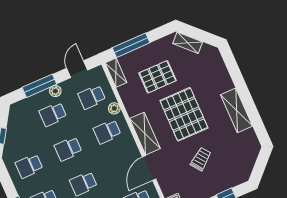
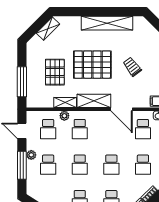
shelving: (188, 43) -> (48, 29), moved
shelving: (116, 73) -> (65, 102), moved
shelving: (236, 110) -> (107, 23), width x1.47

